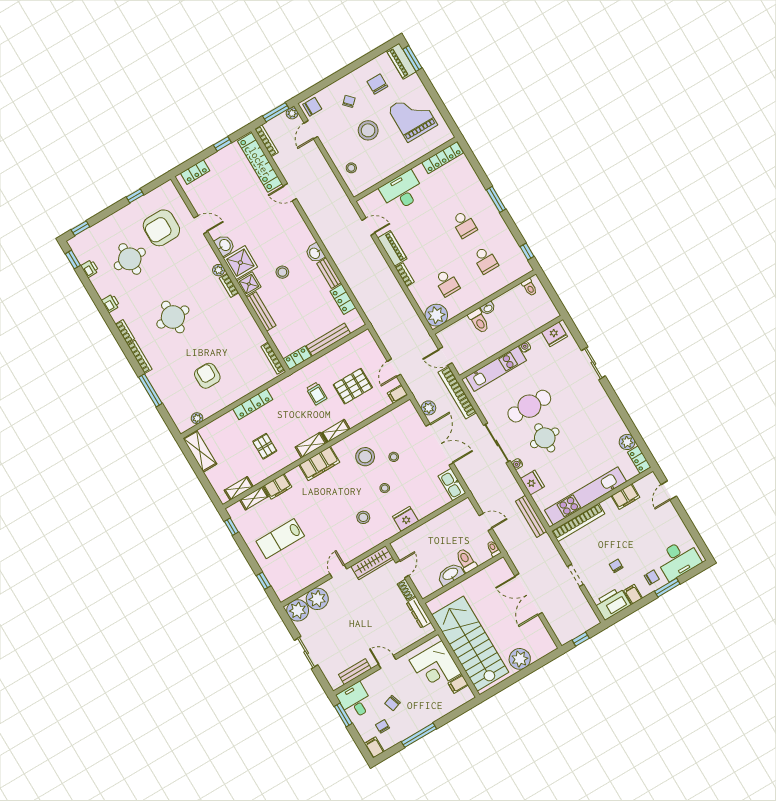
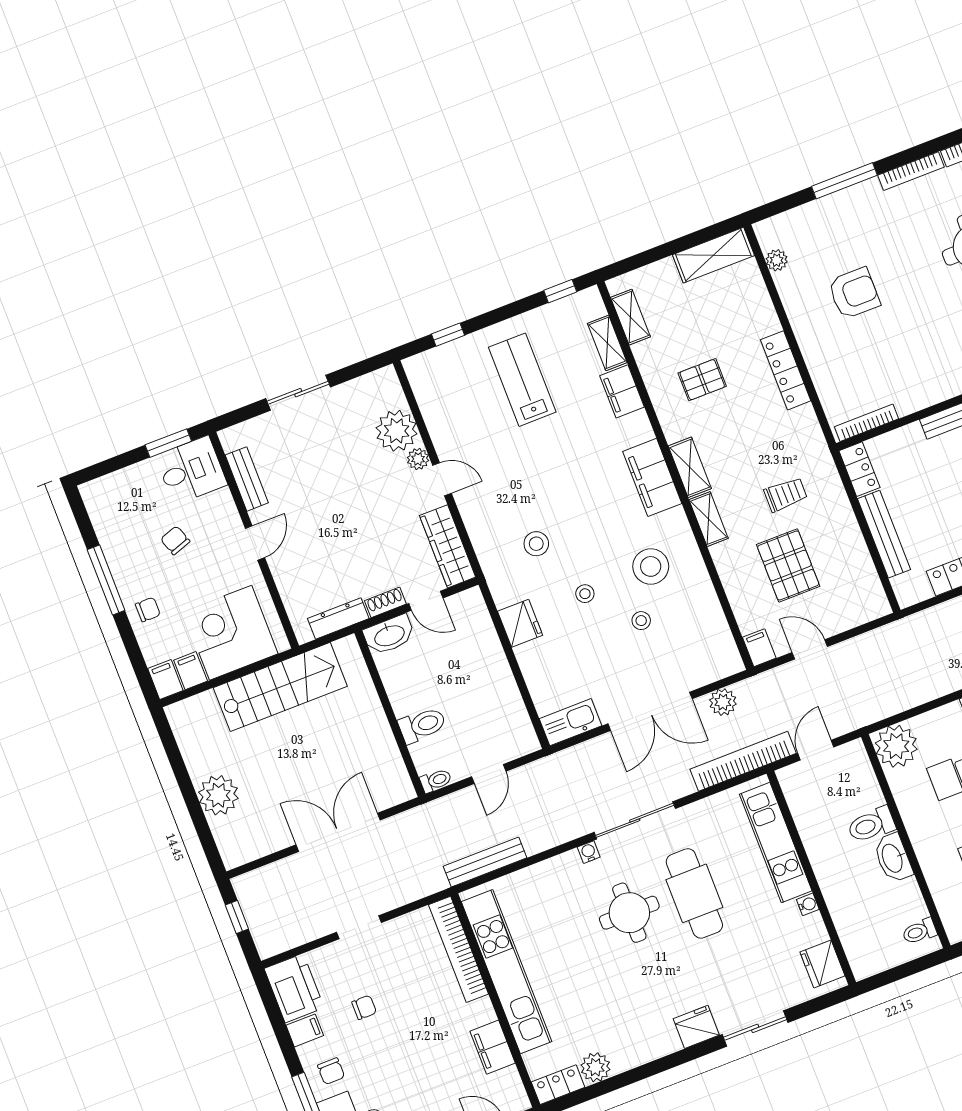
washbasin: (488, 308) -> (893, 858), width x1.91, depth x1.45
trolley: (317, 394) -> (786, 495), turned 180
fridge: (532, 483) -> (696, 1027), moved, turned 180
washbasin: (450, 574) -> (389, 635), moved, turned 90
plant: (298, 610) -> (418, 459), moved, width x0.53, depth x0.53
stairs: (470, 644) -> (280, 687), width x0.73, depth x0.66
chair: (382, 726) -> (148, 610), moved
filing cabinet: (374, 747) -> (165, 680), moved, turned -90

